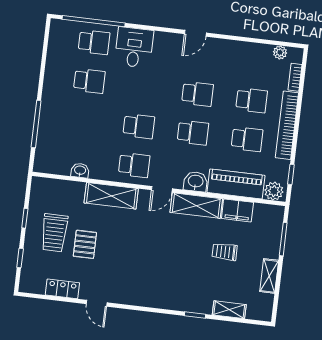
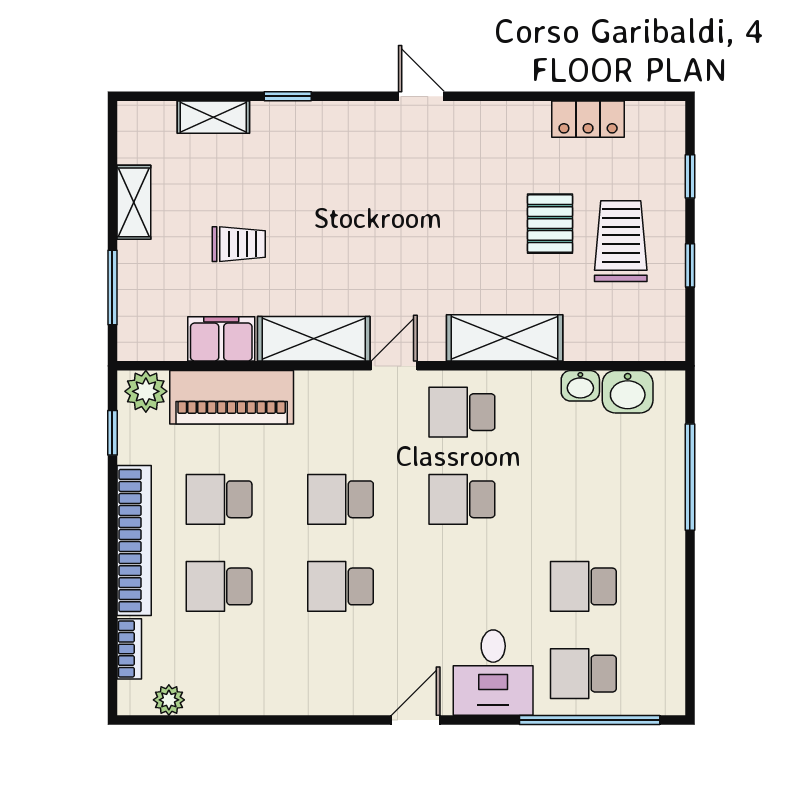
door: (195, 33) -> (416, 720), moved
washbasin: (196, 182) -> (628, 392), moved
door: (97, 303) -> (421, 96), moved

